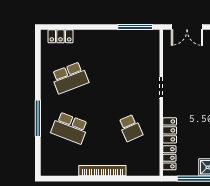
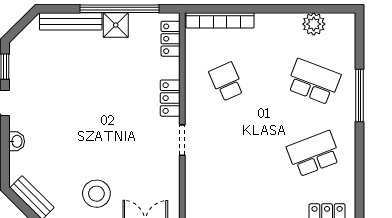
locker: (170, 130) -> (170, 98), moved
plant: (70, 168) -> (314, 24), added
bookcase: (102, 171) -> (220, 20), moved

